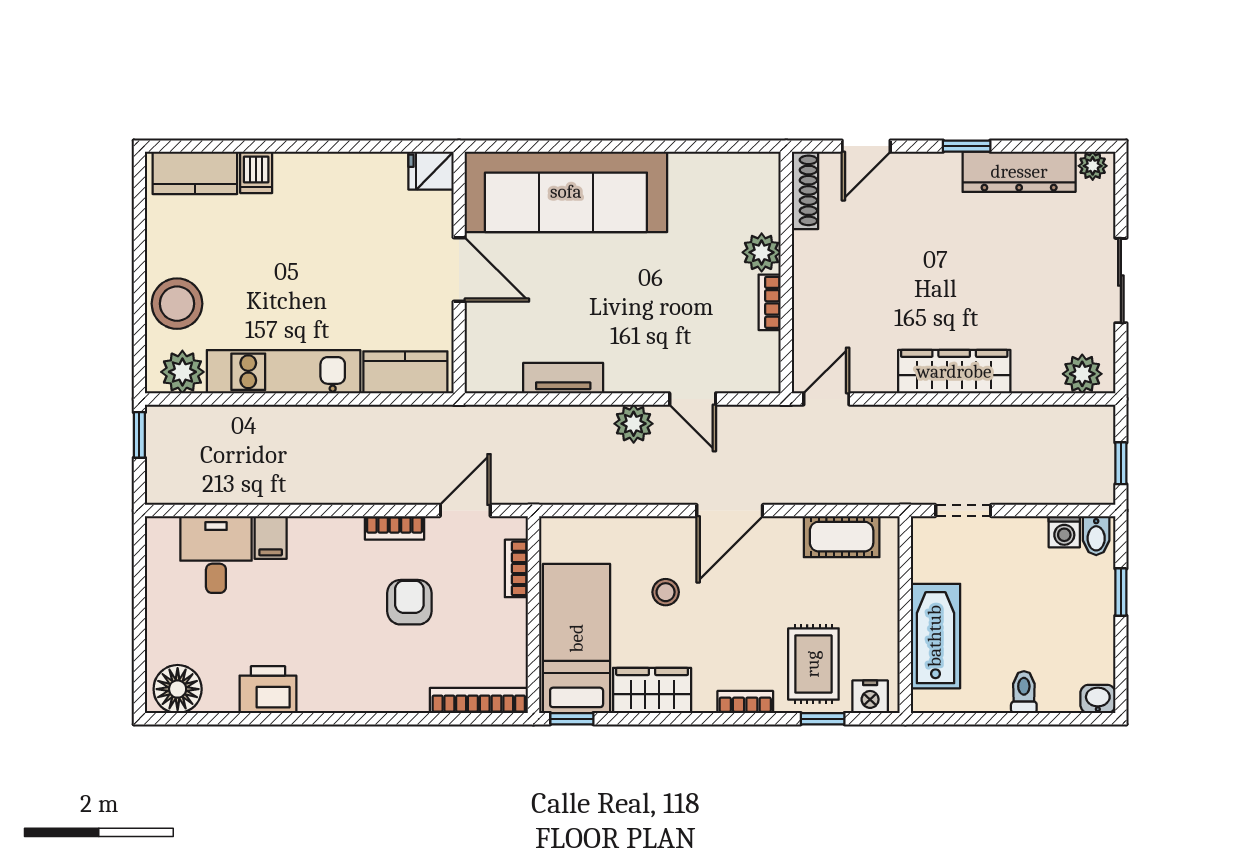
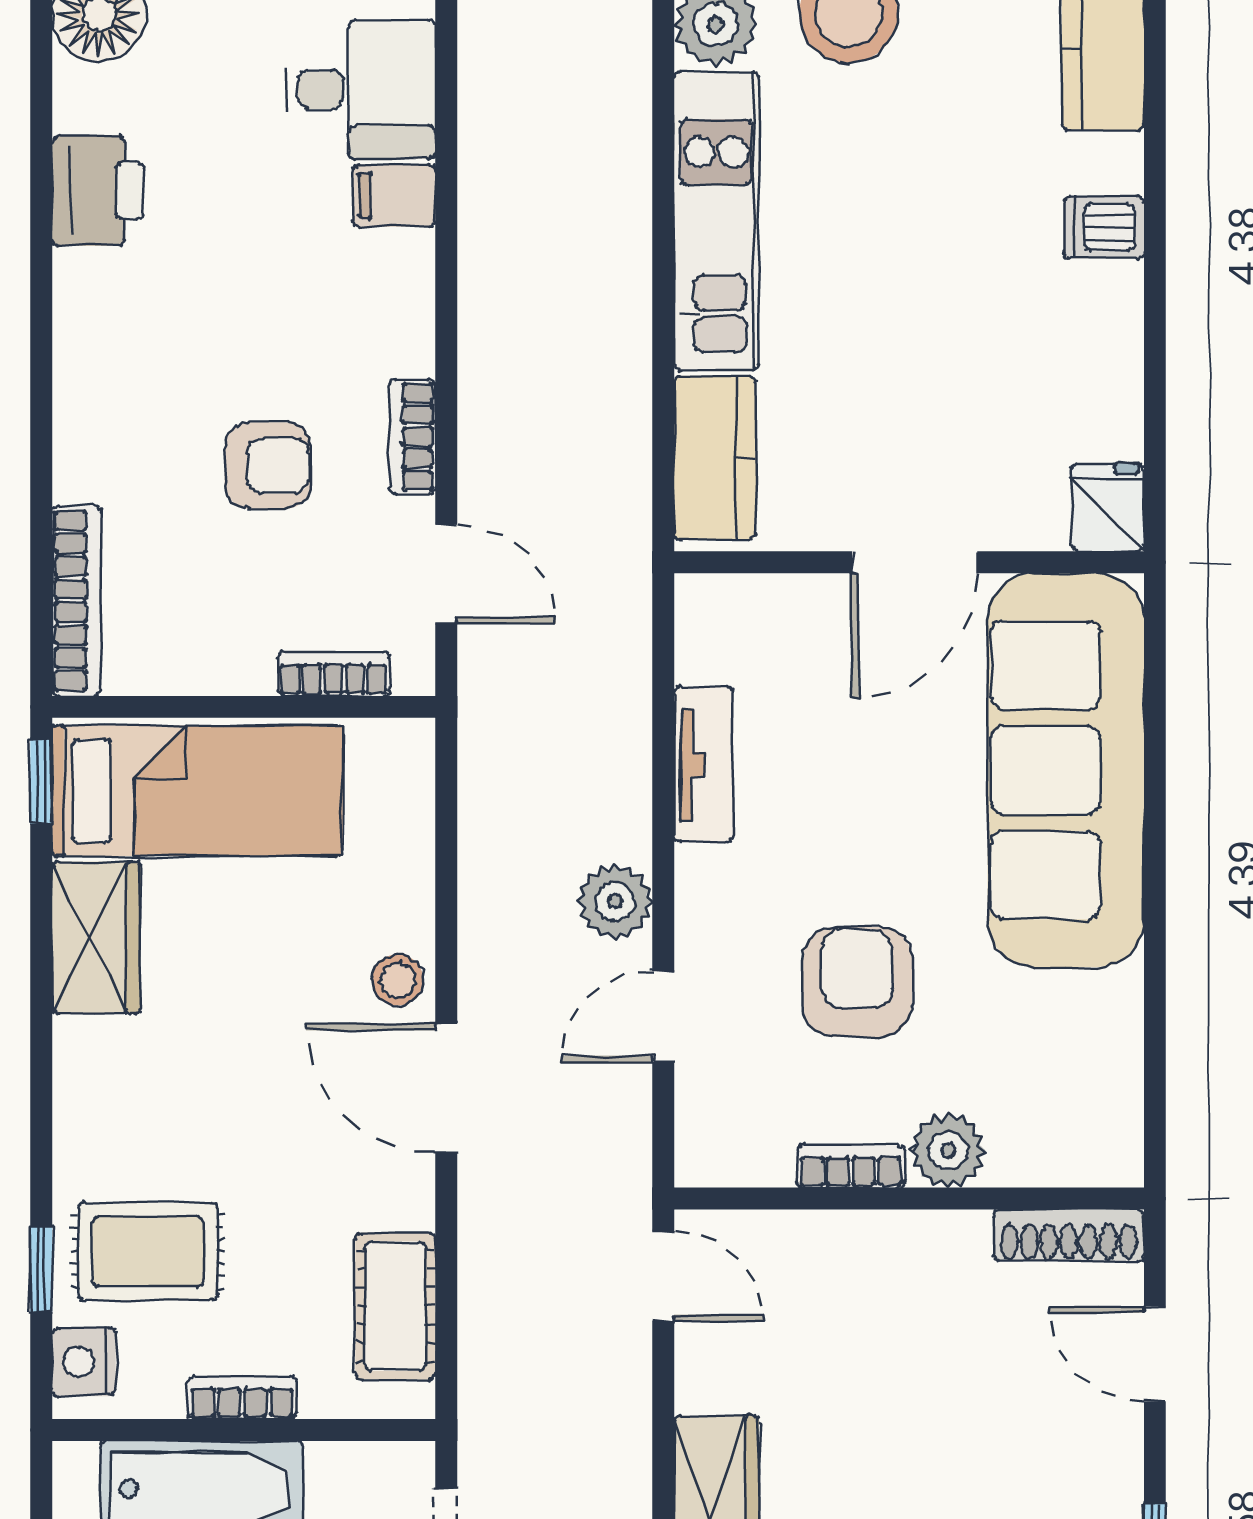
dishwasher: (256, 172) -> (1104, 227), moved
armchair: (675, 299) -> (857, 982), added
stool: (666, 592) -> (398, 980), moved
bookcase: (745, 702) -> (242, 1398), moved, turned -90

